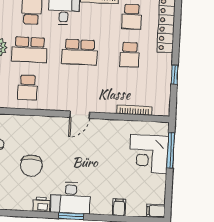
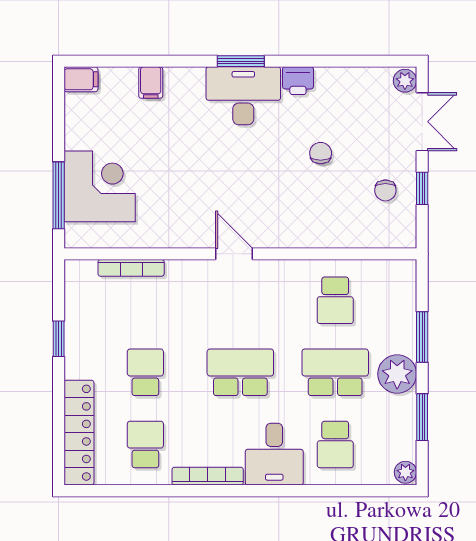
school desk: (28, 88) -> (335, 300), turned 180
door: (80, 115) -> (234, 254), hinge flipped
chair: (31, 166) -> (321, 153), width x0.54, depth x0.54

